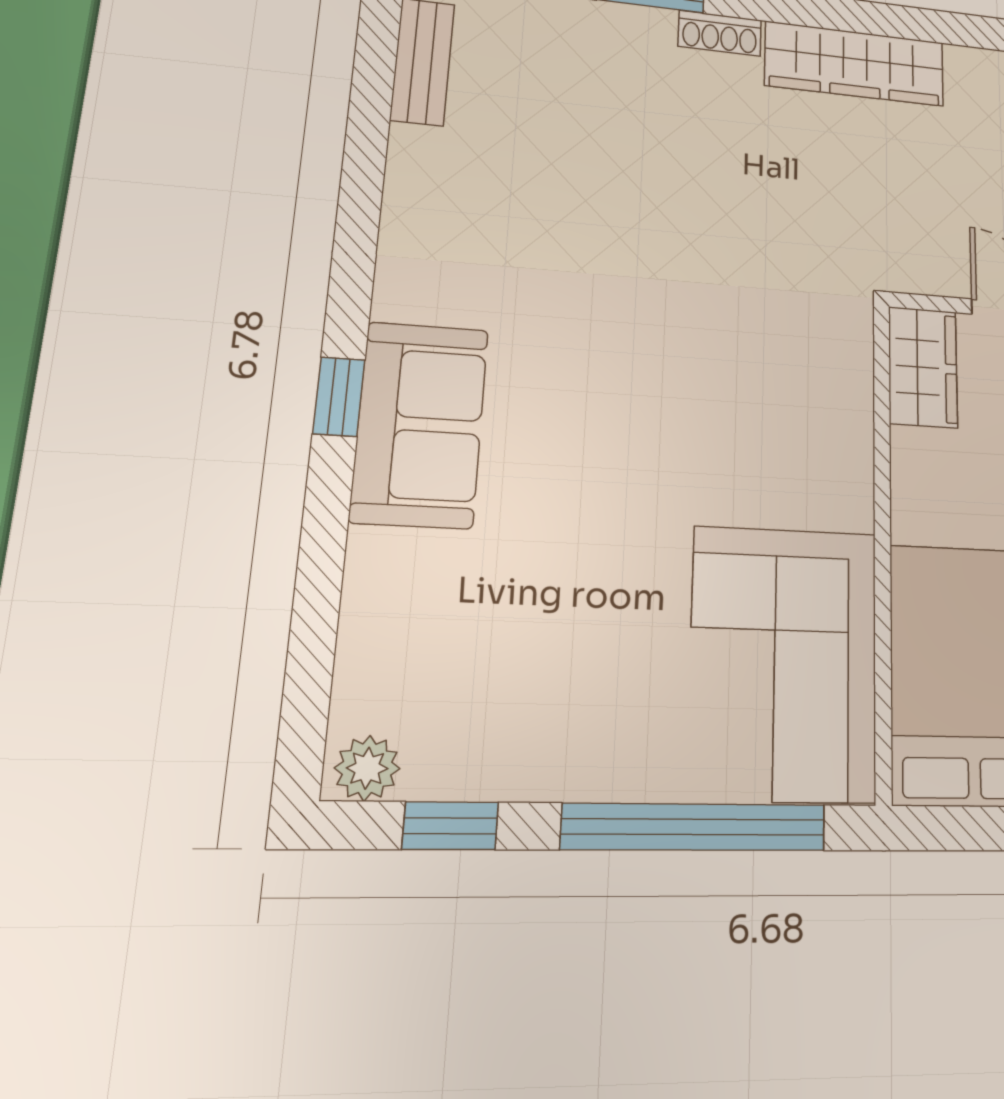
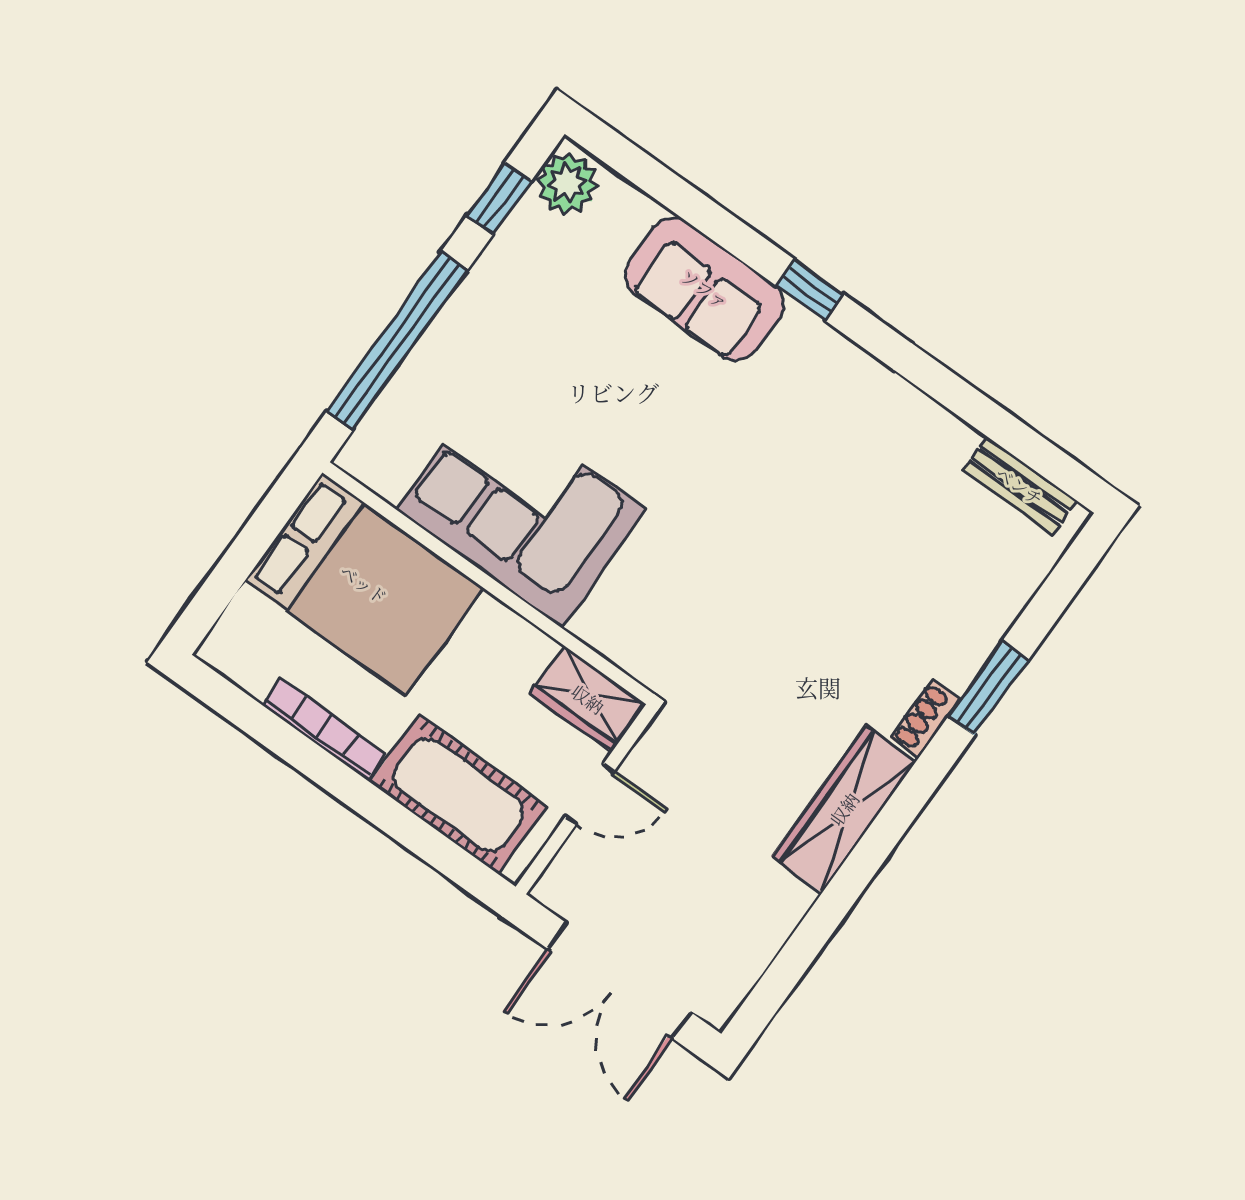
sofa: (420, 424) -> (705, 289), moved
corner sofa: (784, 663) -> (521, 510), moved
plant: (367, 768) -> (567, 183), width x1.38, depth x1.38

